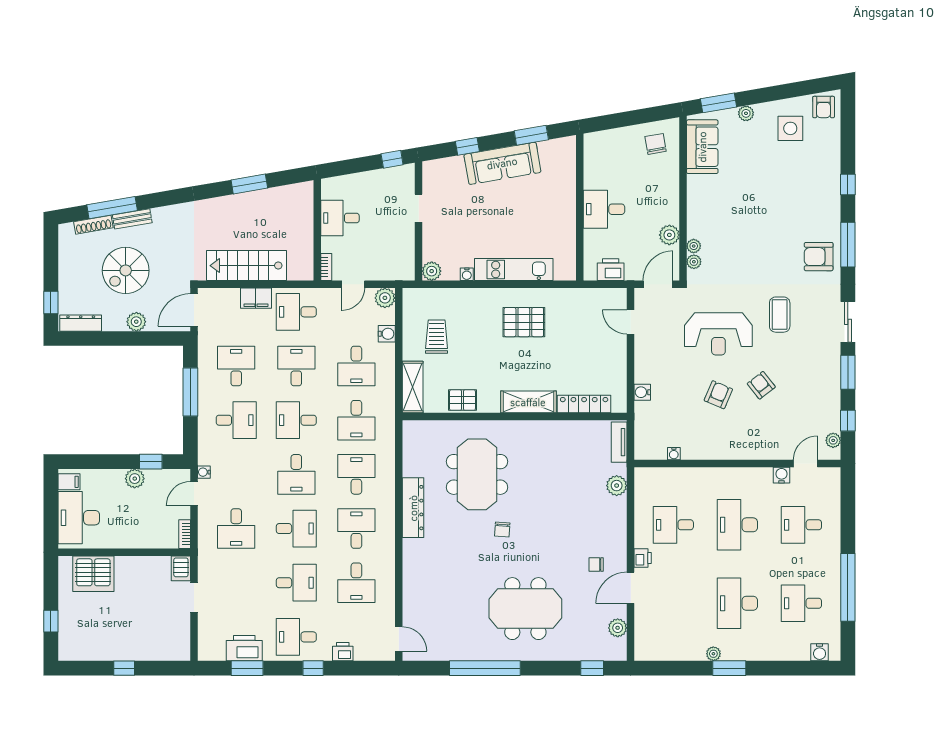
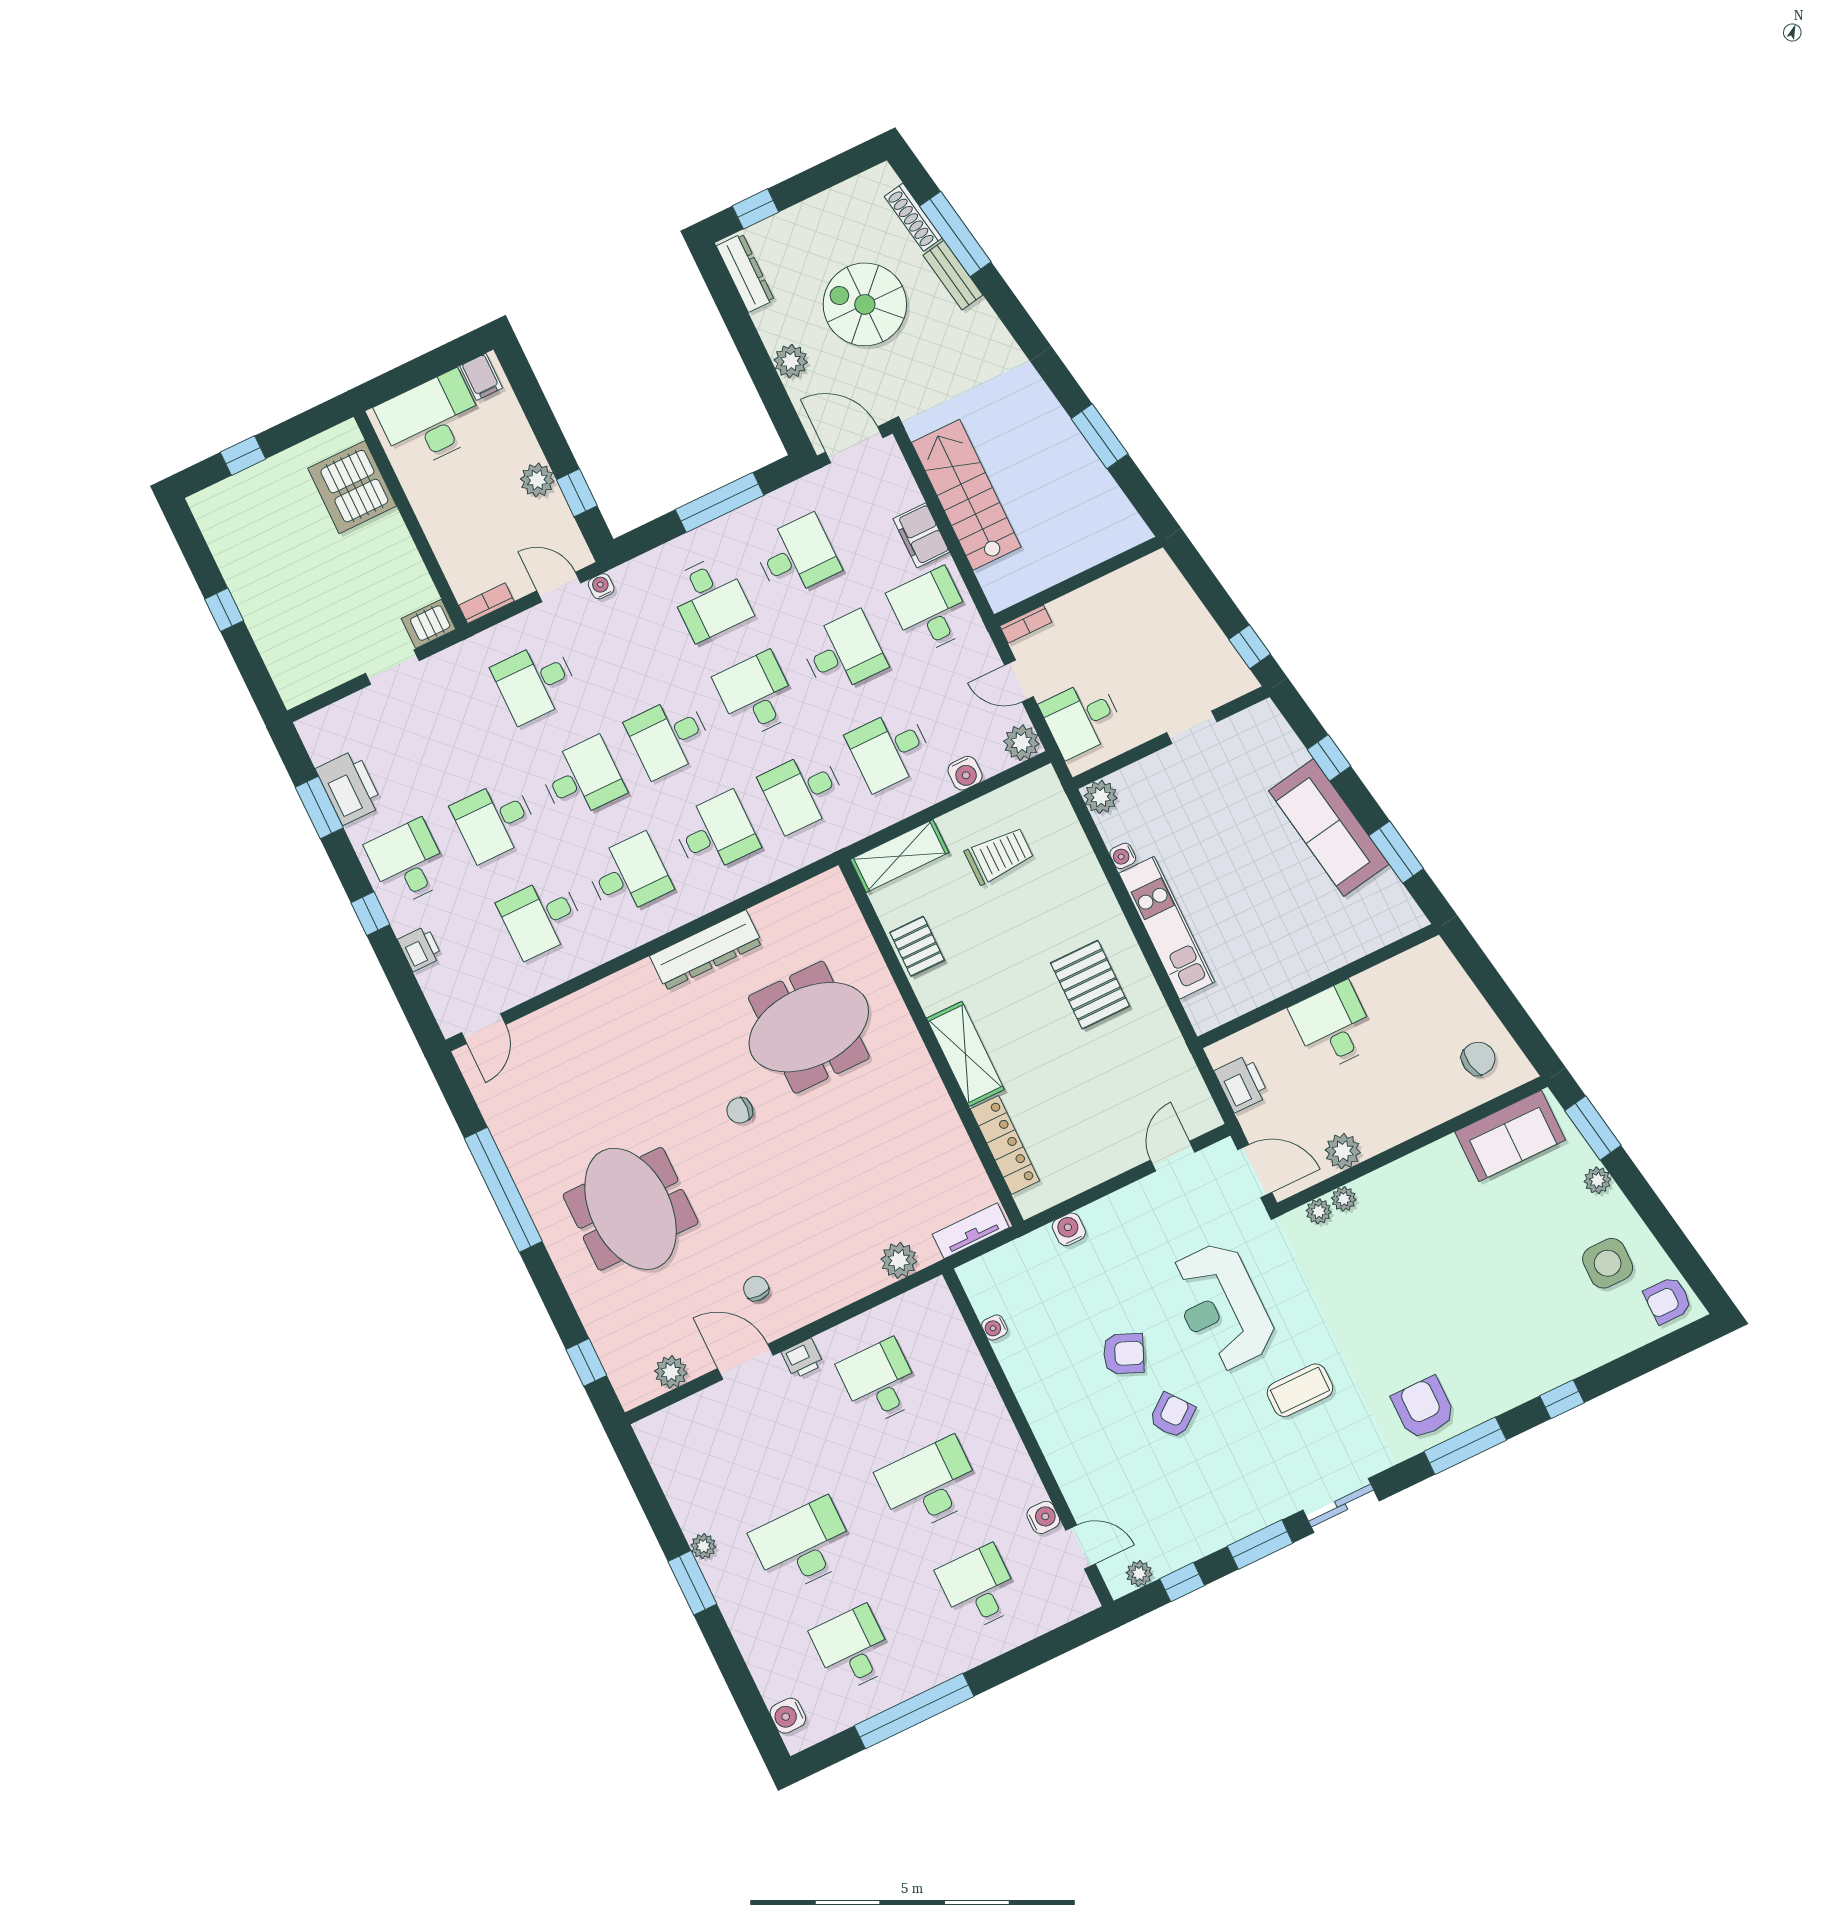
desk: (340, 218) -> (1082, 718), moved, turned -90
desk: (296, 529) -> (582, 779), turned -90
desk: (296, 583) -> (495, 820), turned 90

